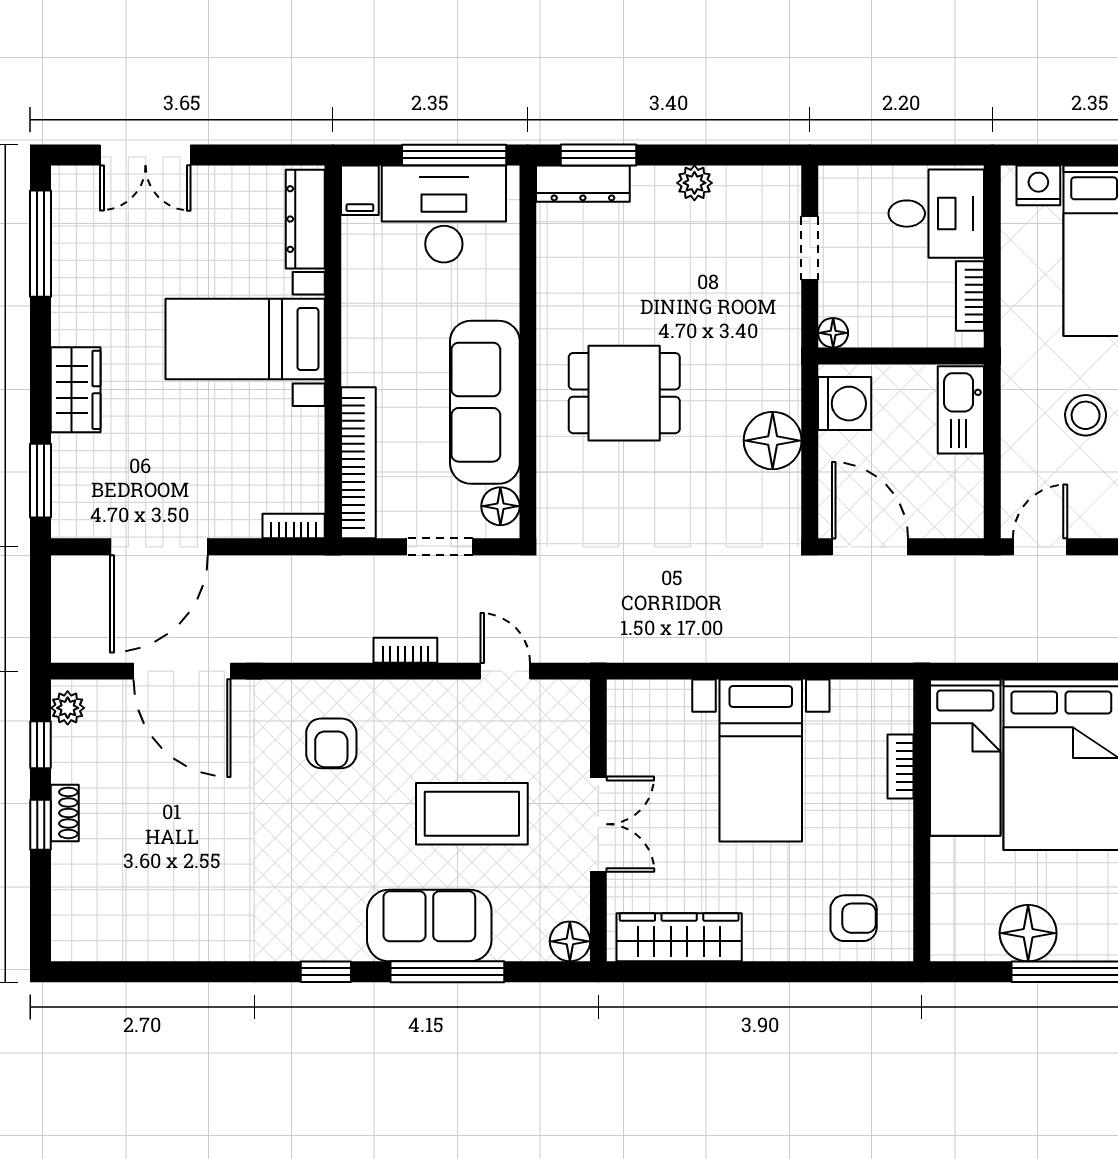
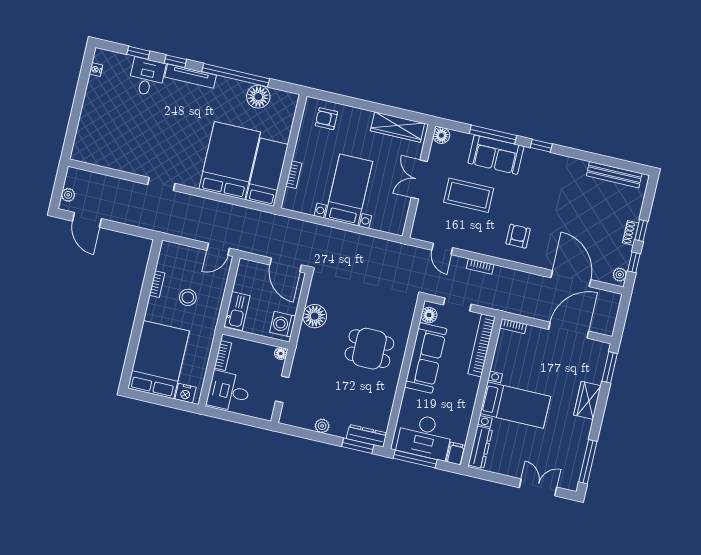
bench: (136, 943) -> (614, 175), added

